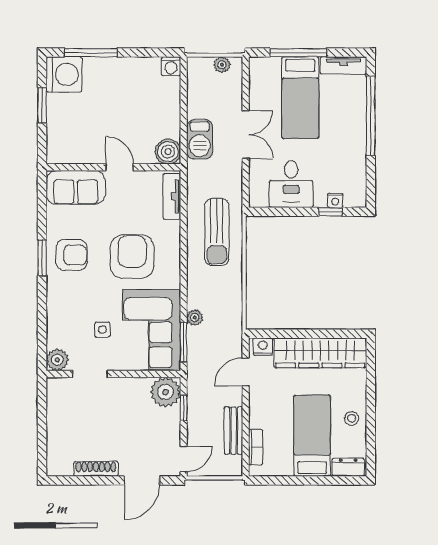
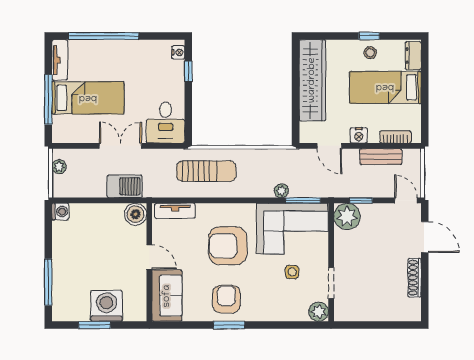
washing machine: (64, 74) -> (107, 306), moved
door: (119, 167) -> (149, 257), swing flipped
desk: (291, 184) -> (166, 123), moved, turned 90
nightstand: (335, 200) -> (178, 52), moved
nightstand: (263, 347) -> (359, 135), moved, turned -90
window: (371, 417) -> (369, 36), added

